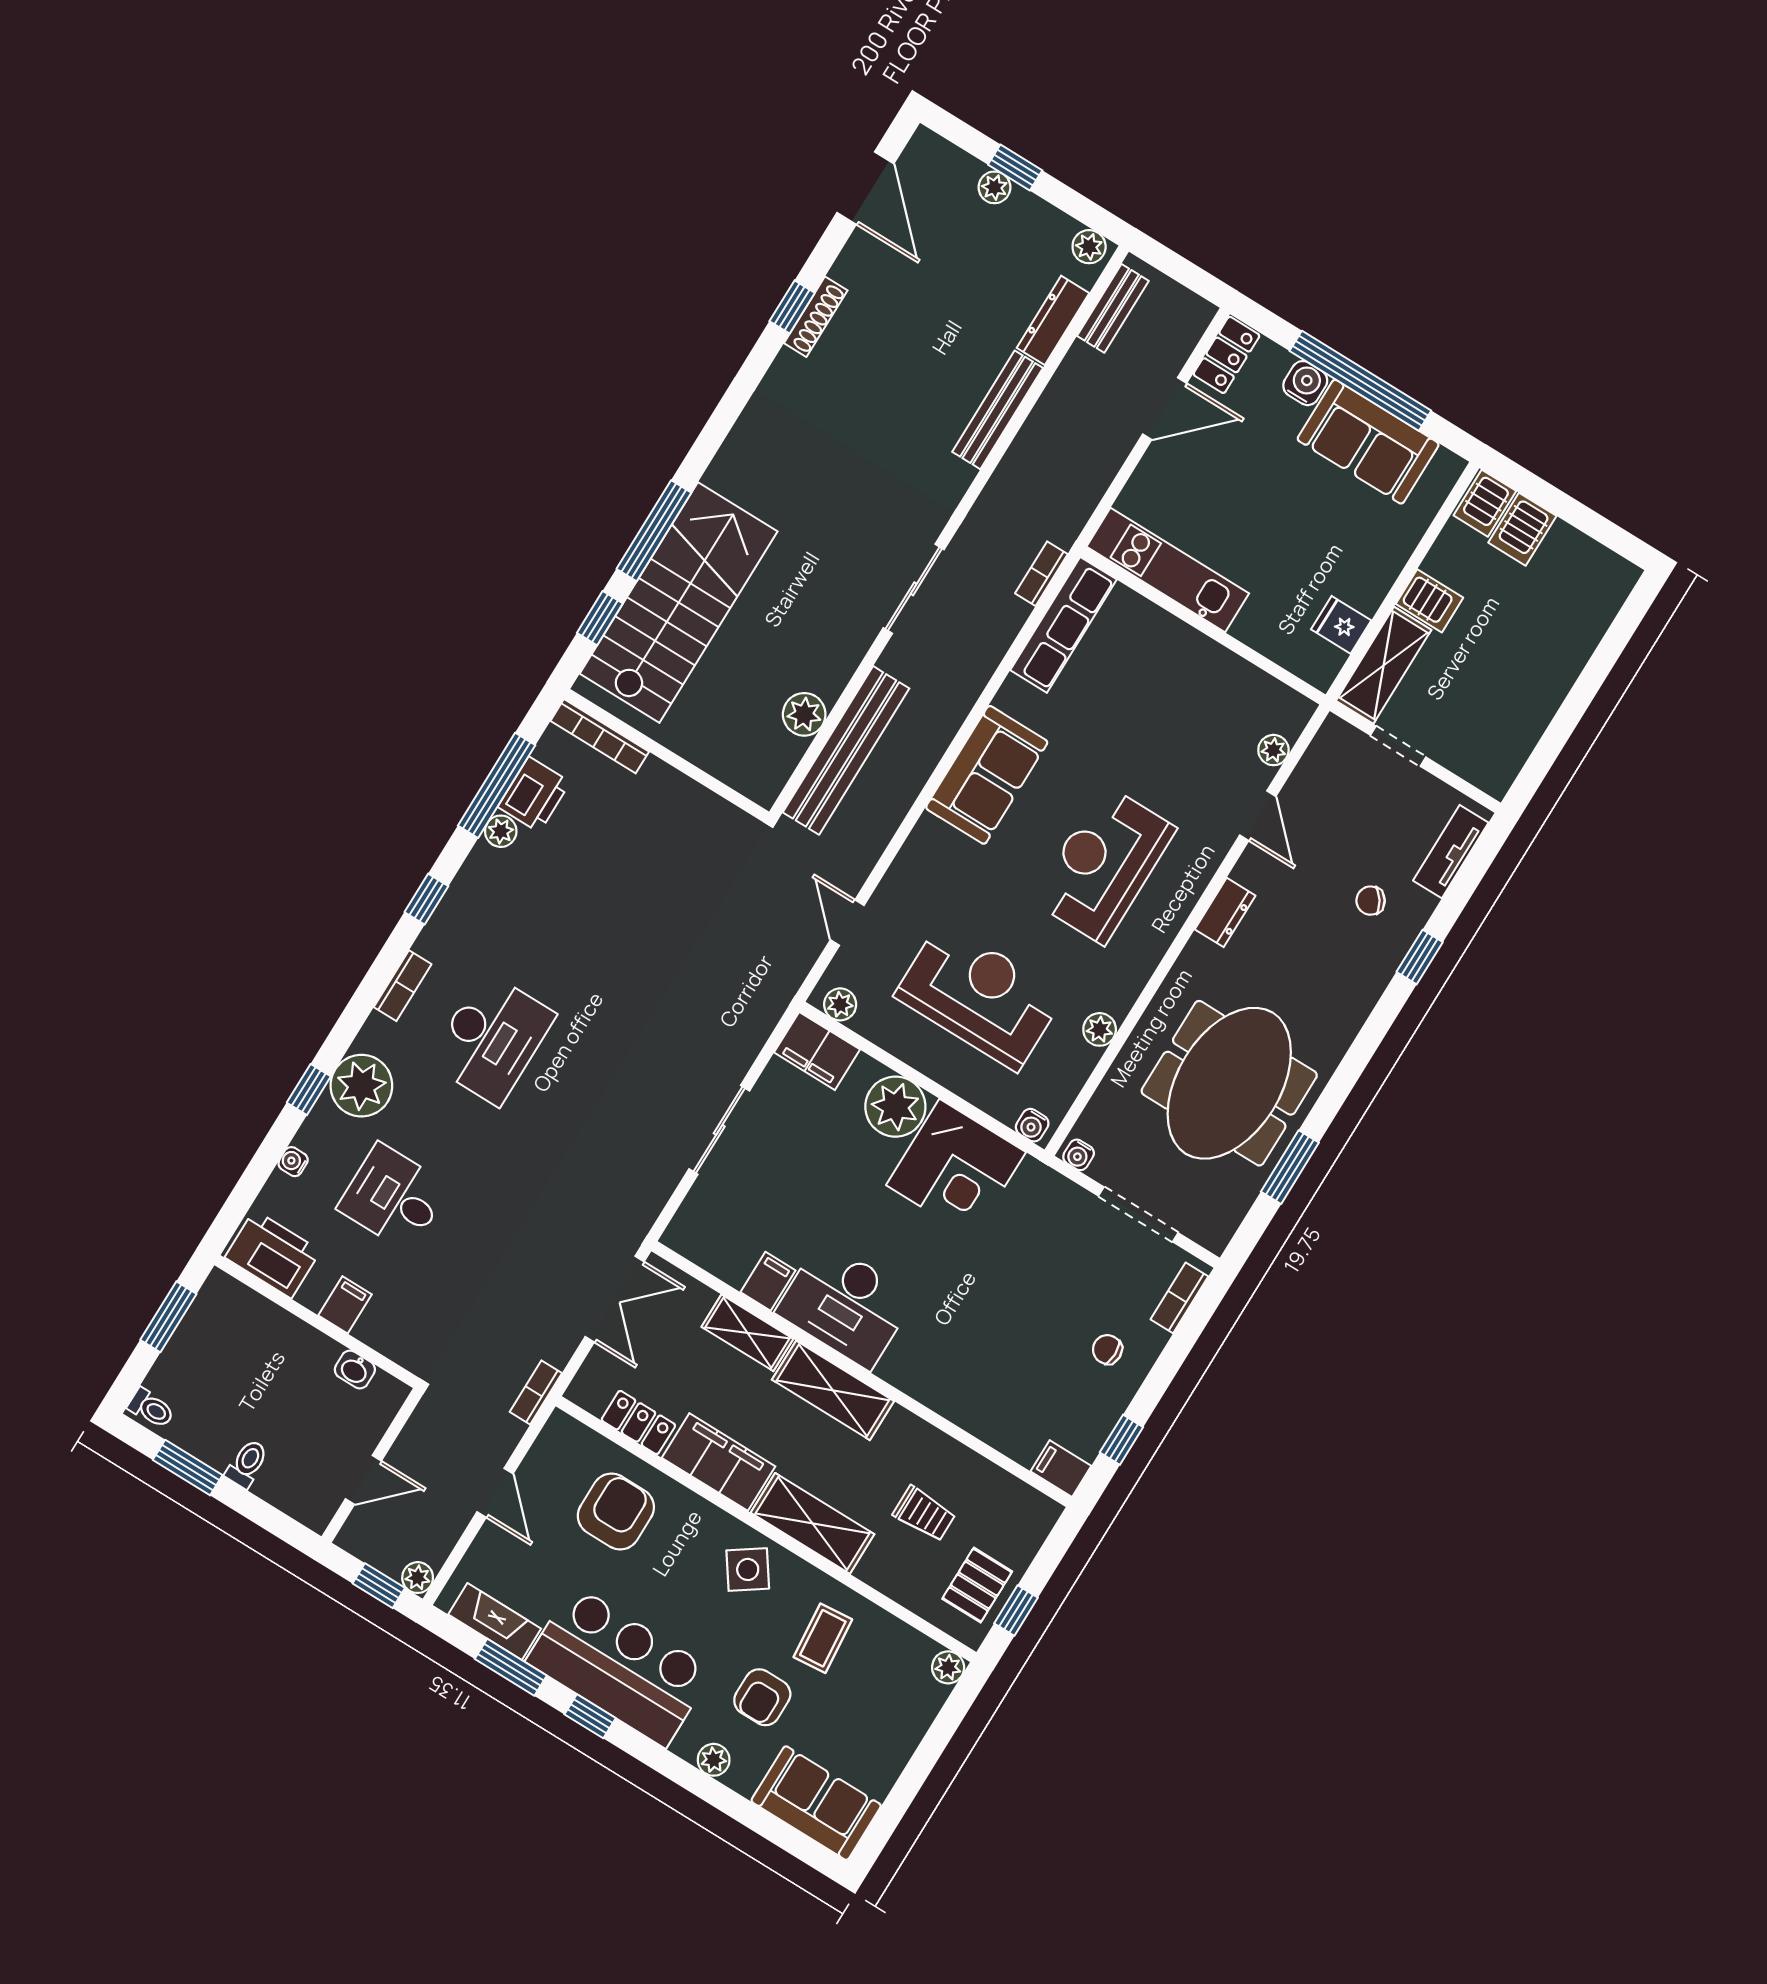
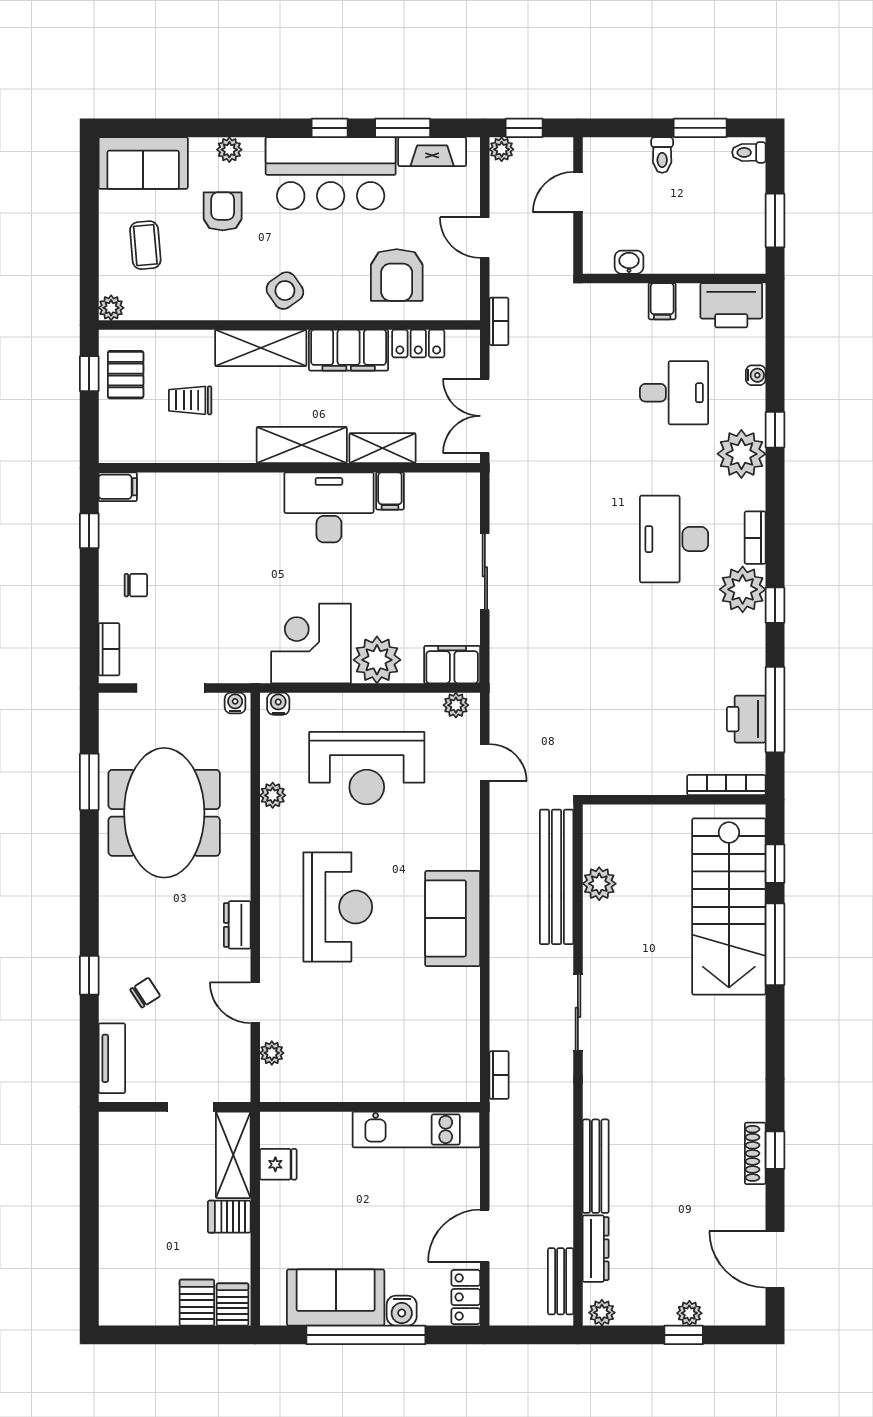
row of seats: (1063, 625) -> (463, 1050), removed
plant: (501, 831) -> (743, 589), moved, width x1.87, depth x1.87
coffee table: (823, 1638) -> (145, 245), moved

